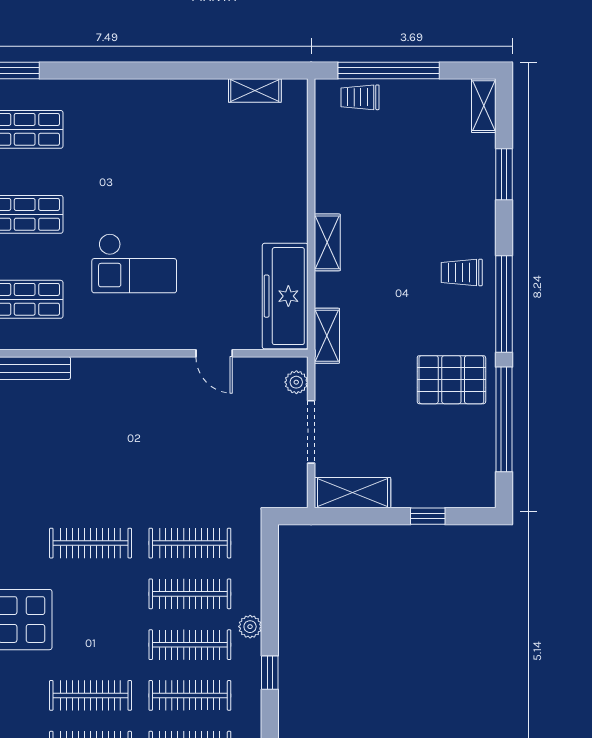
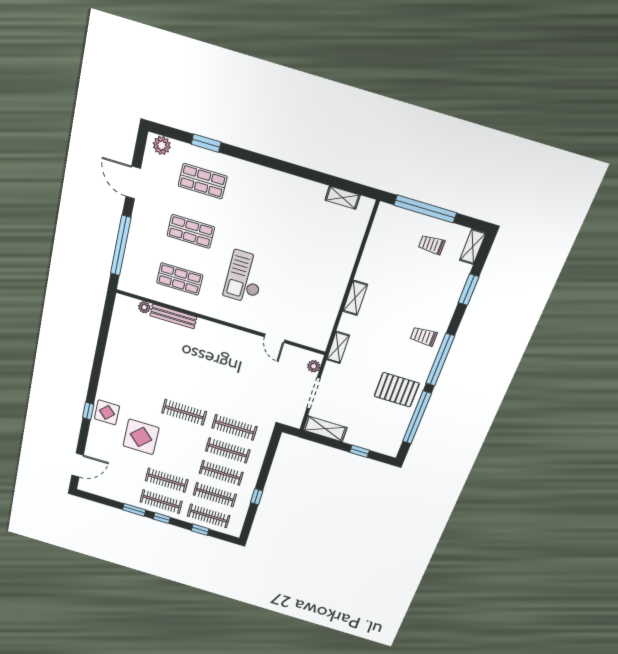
trolley: (360, 97) -> (432, 245), moved
checkout: (134, 263) -> (245, 277), turned 90
freezer: (285, 296) -> (322, 320), removed
plant: (250, 627) -> (253, 474), removed

